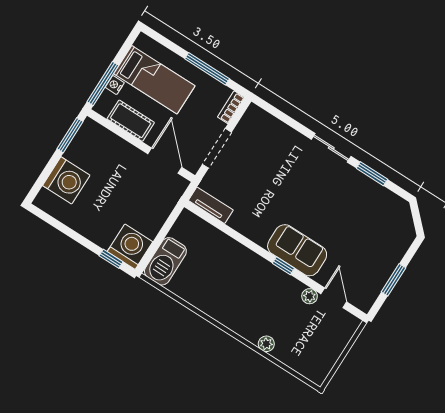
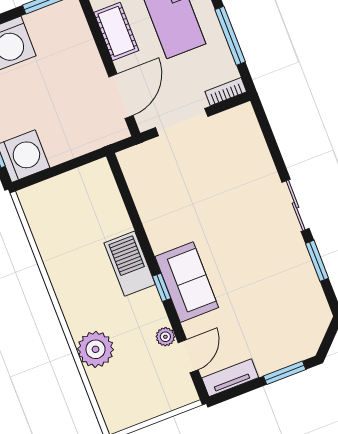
tv unit: (211, 205) -> (230, 378), moved, turned -90
barbecue: (165, 261) -> (130, 264), moved, turned 90
window: (394, 280) -> (285, 373), moved
plant: (266, 344) -> (96, 349), width x1.87, depth x1.87

